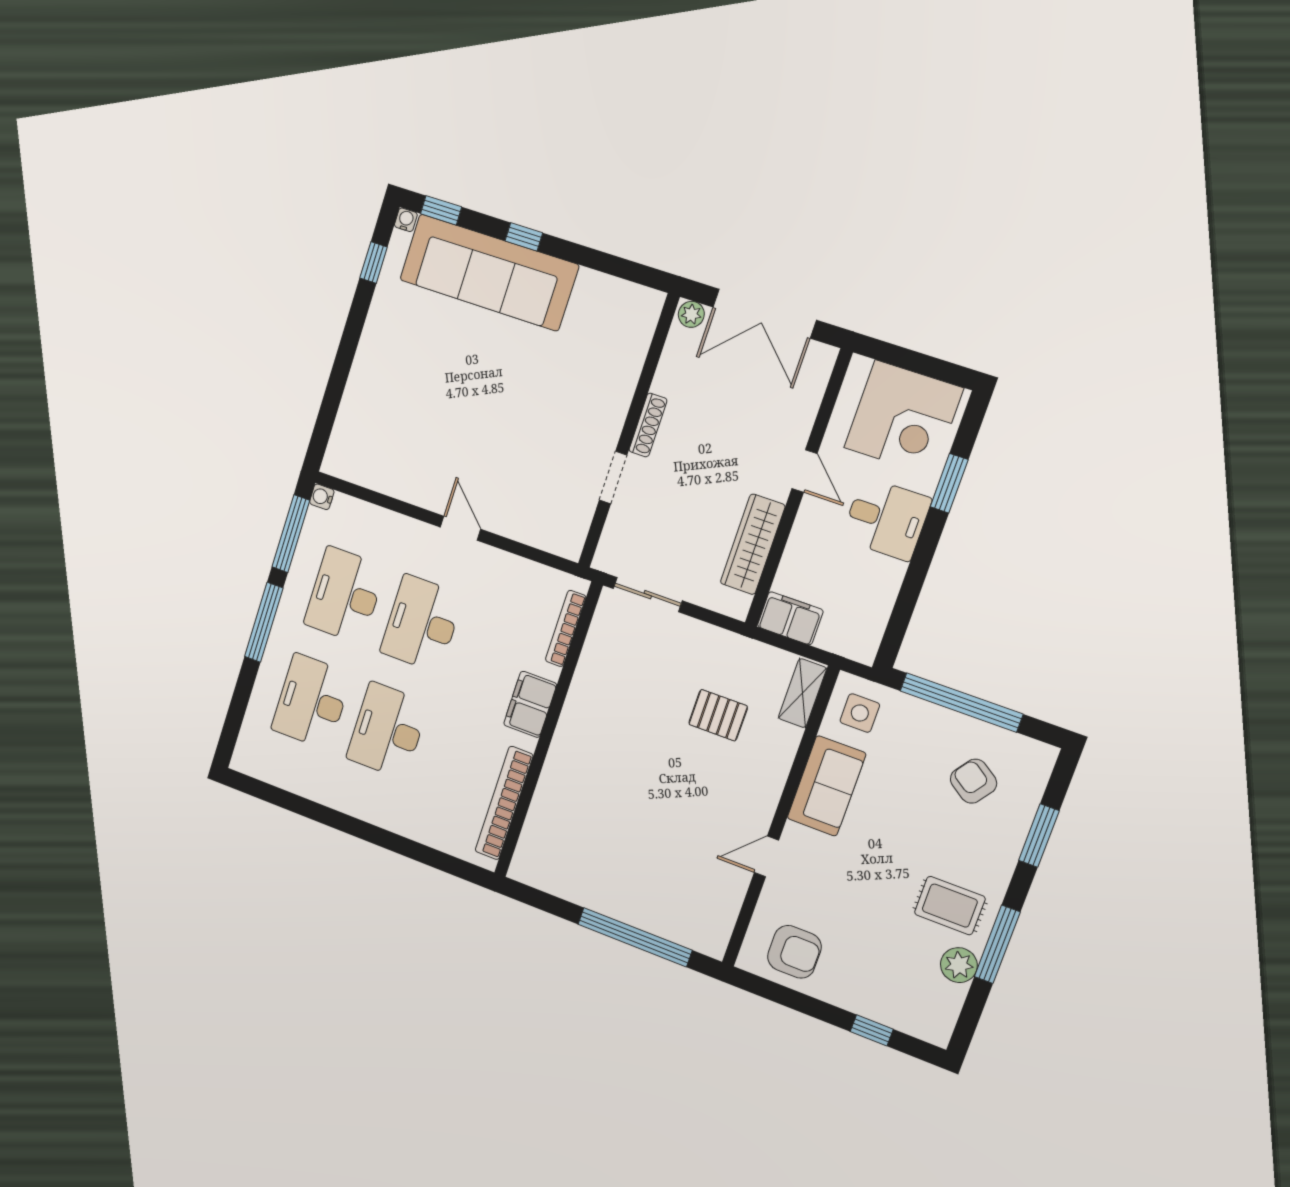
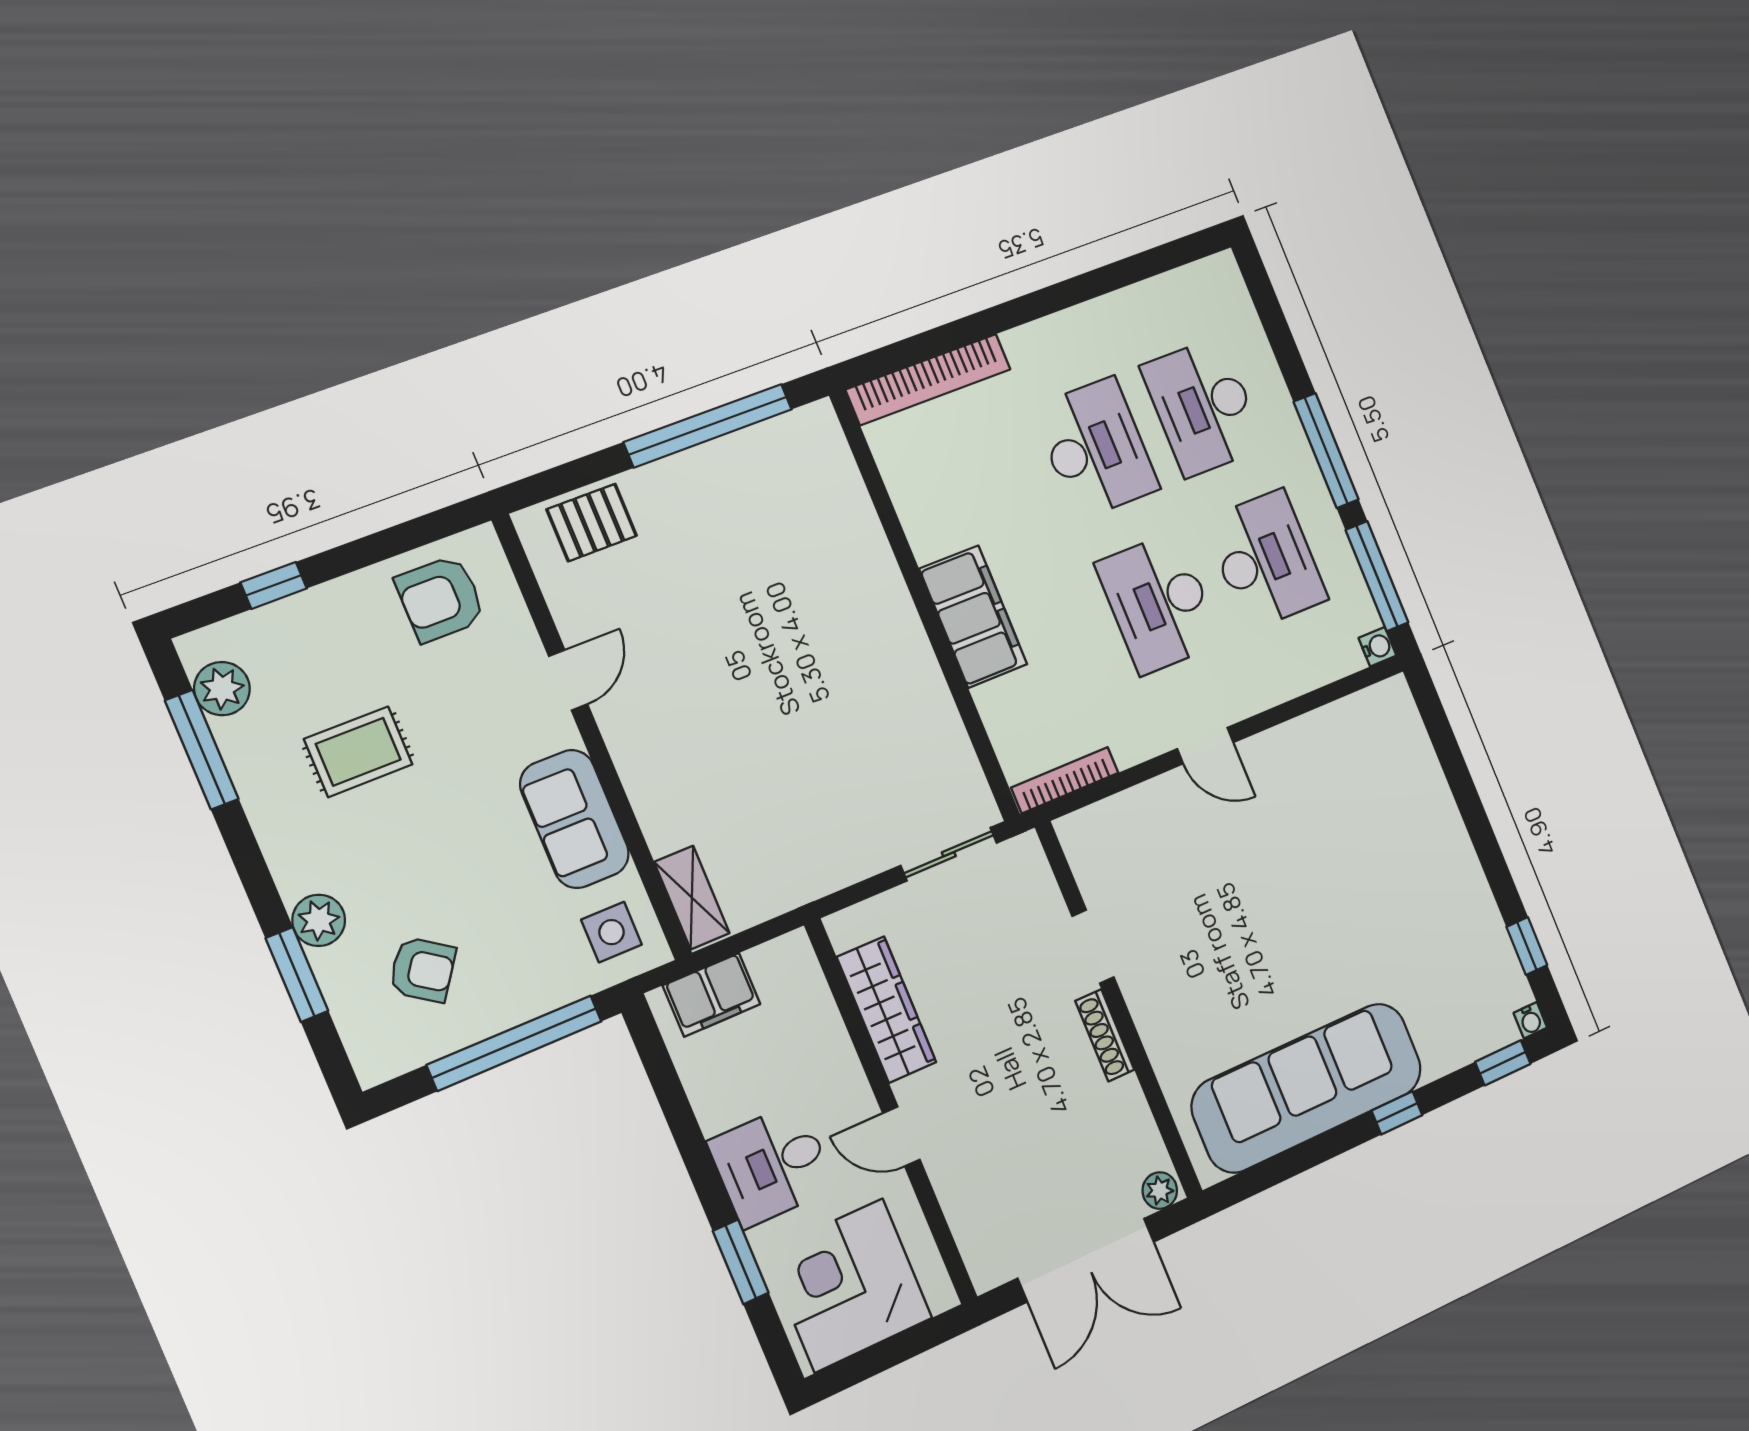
sofa: (489, 272) -> (1307, 1088), moved
double door: (764, 314) -> (1086, 1260), swing flipped
filing cabinet: (790, 618) -> (712, 995), moved
desk: (422, 623) -> (1159, 603), turned 180
bookcase: (566, 628) -> (1065, 780), moved, turned -90
desk: (312, 702) -> (1203, 407), turned 180
filing cabinet: (530, 704) -> (973, 617), width x1.50, depth x1.17
pallet: (718, 715) -> (592, 523), moved
bookcase: (504, 803) -> (928, 379), moved, turned 90
plant: (1003, 852) -> (319, 920), added
rug: (950, 906) -> (358, 752), moved
window: (635, 937) -> (708, 426), moved
window: (997, 944) -> (202, 750), moved
plant: (959, 965) -> (222, 689), moved

